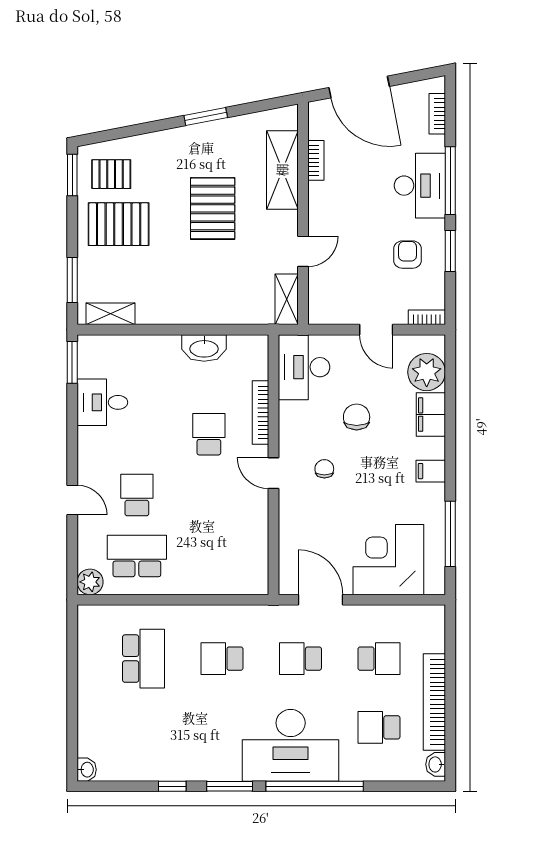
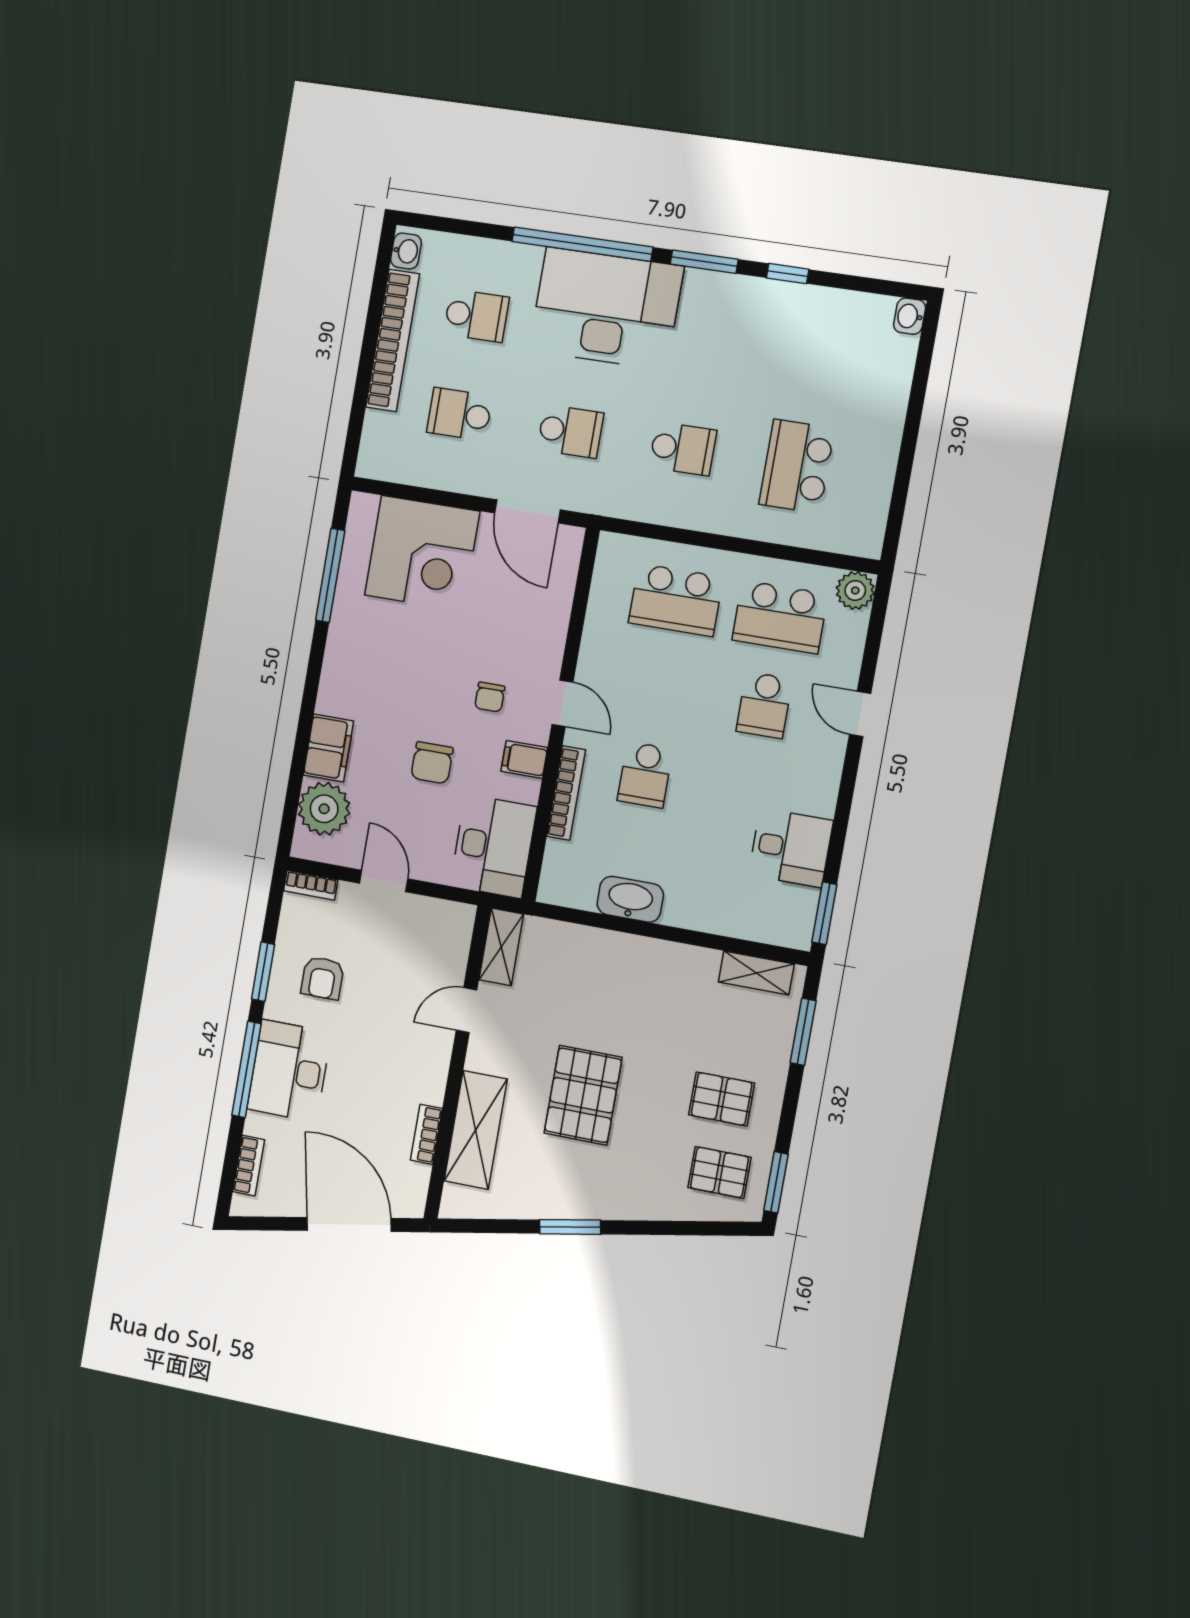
pallet: (119, 224) -> (722, 1099), width x0.67, depth x0.71
filing cabinet: (431, 471) -> (524, 760), moved, turned 180
school desk: (209, 556) -> (676, 600), added

